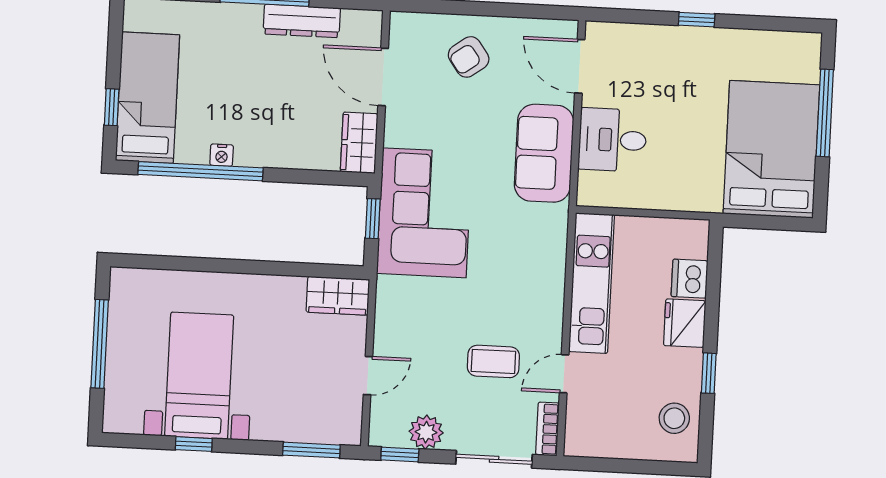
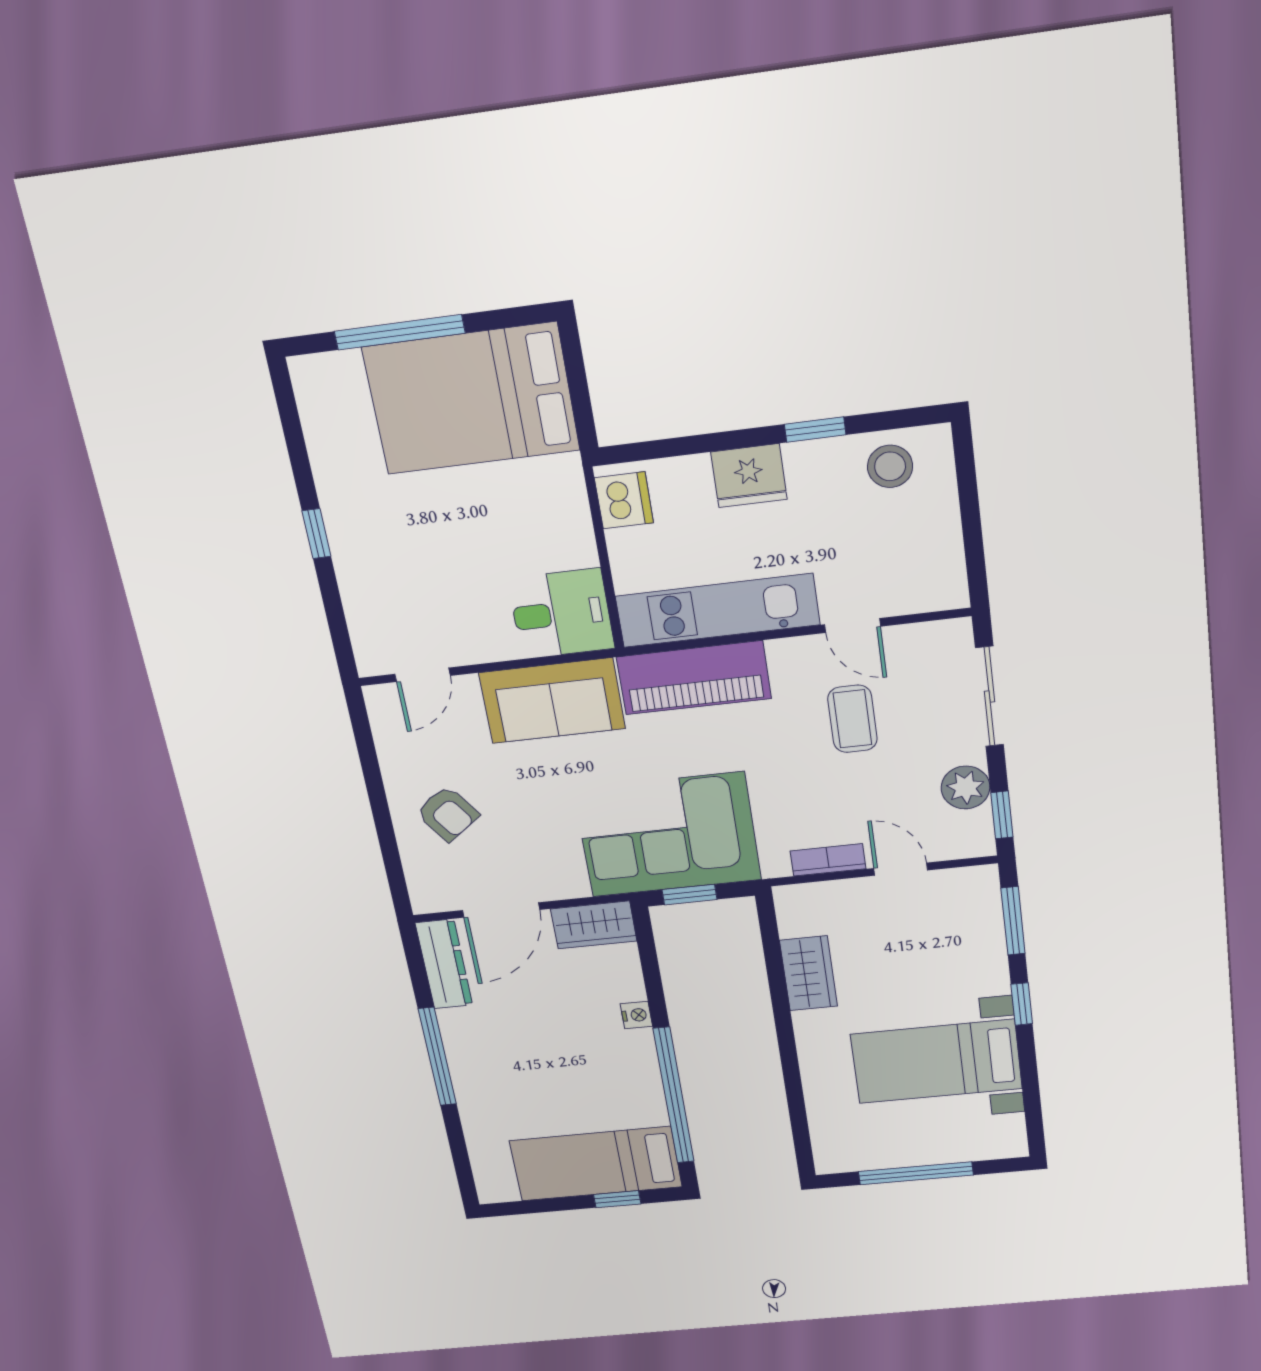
dresser: (302, 21) -> (444, 964), moved
door: (580, 66) -> (423, 675), width x0.73
desk: (613, 140) -> (561, 614), moved, turned -90
nightstand: (222, 155) -> (636, 1015), moved
piano: (544, 257) -> (694, 678), added
dishwasher: (690, 279) -> (624, 500), moved, turned -90
wardrobe: (338, 296) -> (808, 973), moved
bookcase: (547, 429) -> (828, 860), moved, turned 180
window: (194, 444) -> (1022, 1004), moved

